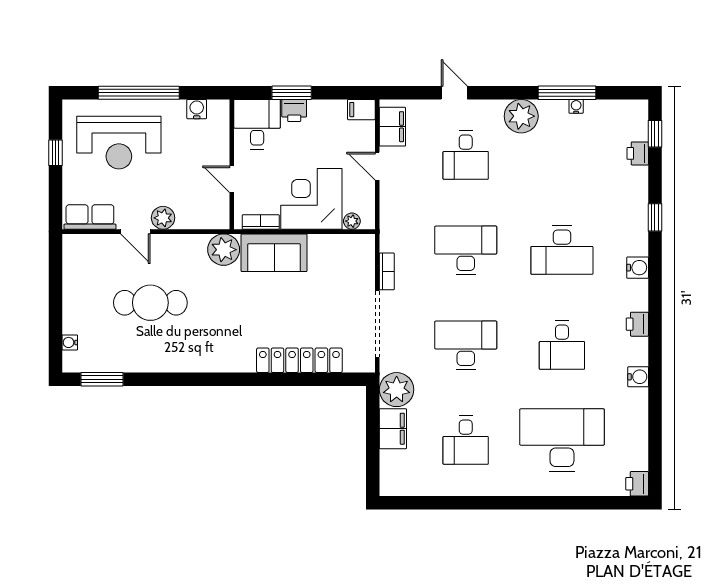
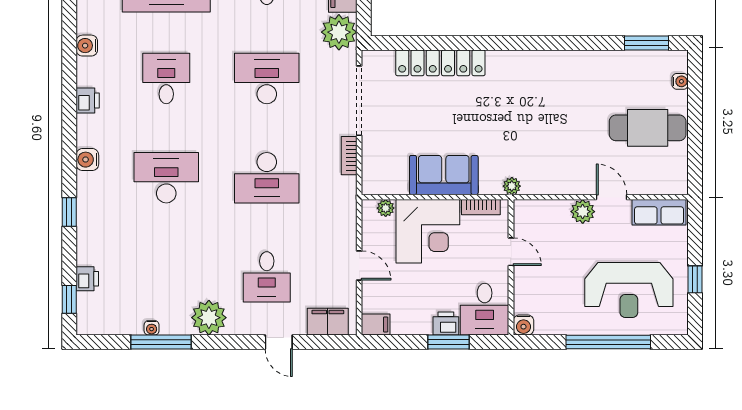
water cooler: (197, 109) -> (523, 325), moved
filing cabinet: (392, 127) -> (328, 322), moved, turned 90
reception desk: (119, 143) -> (629, 290), turned 180
desk: (466, 155) -> (267, 277), turned 180
plant: (224, 250) -> (512, 186), width x0.53, depth x0.53
sofa: (274, 253) -> (444, 175), moved
cafe table: (150, 303) -> (648, 128), moved
desk: (466, 345) -> (267, 79), turned 180

